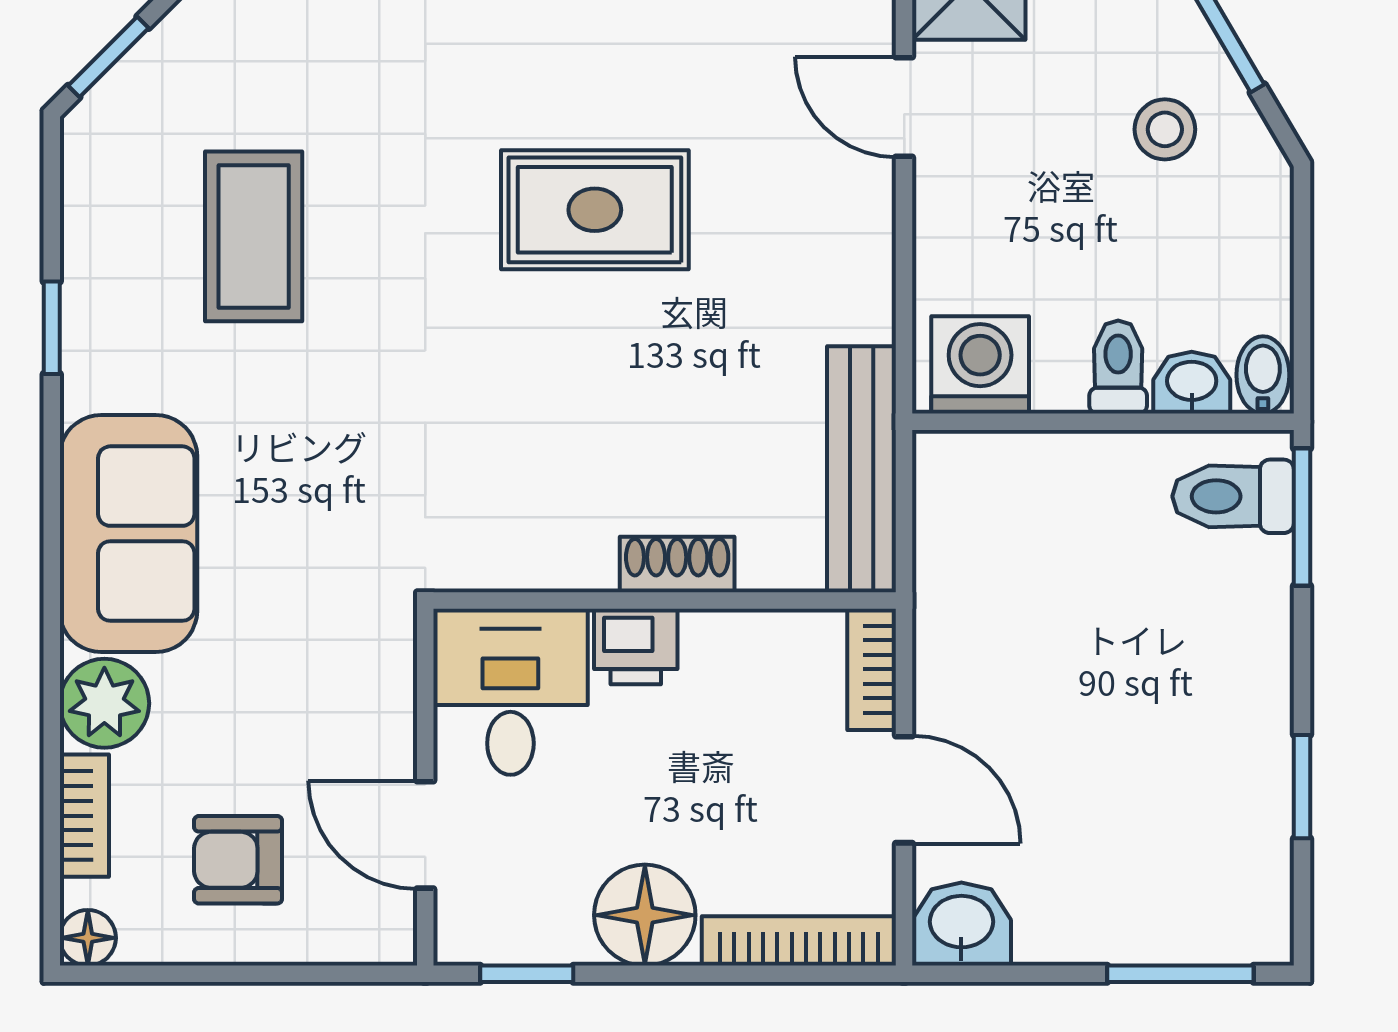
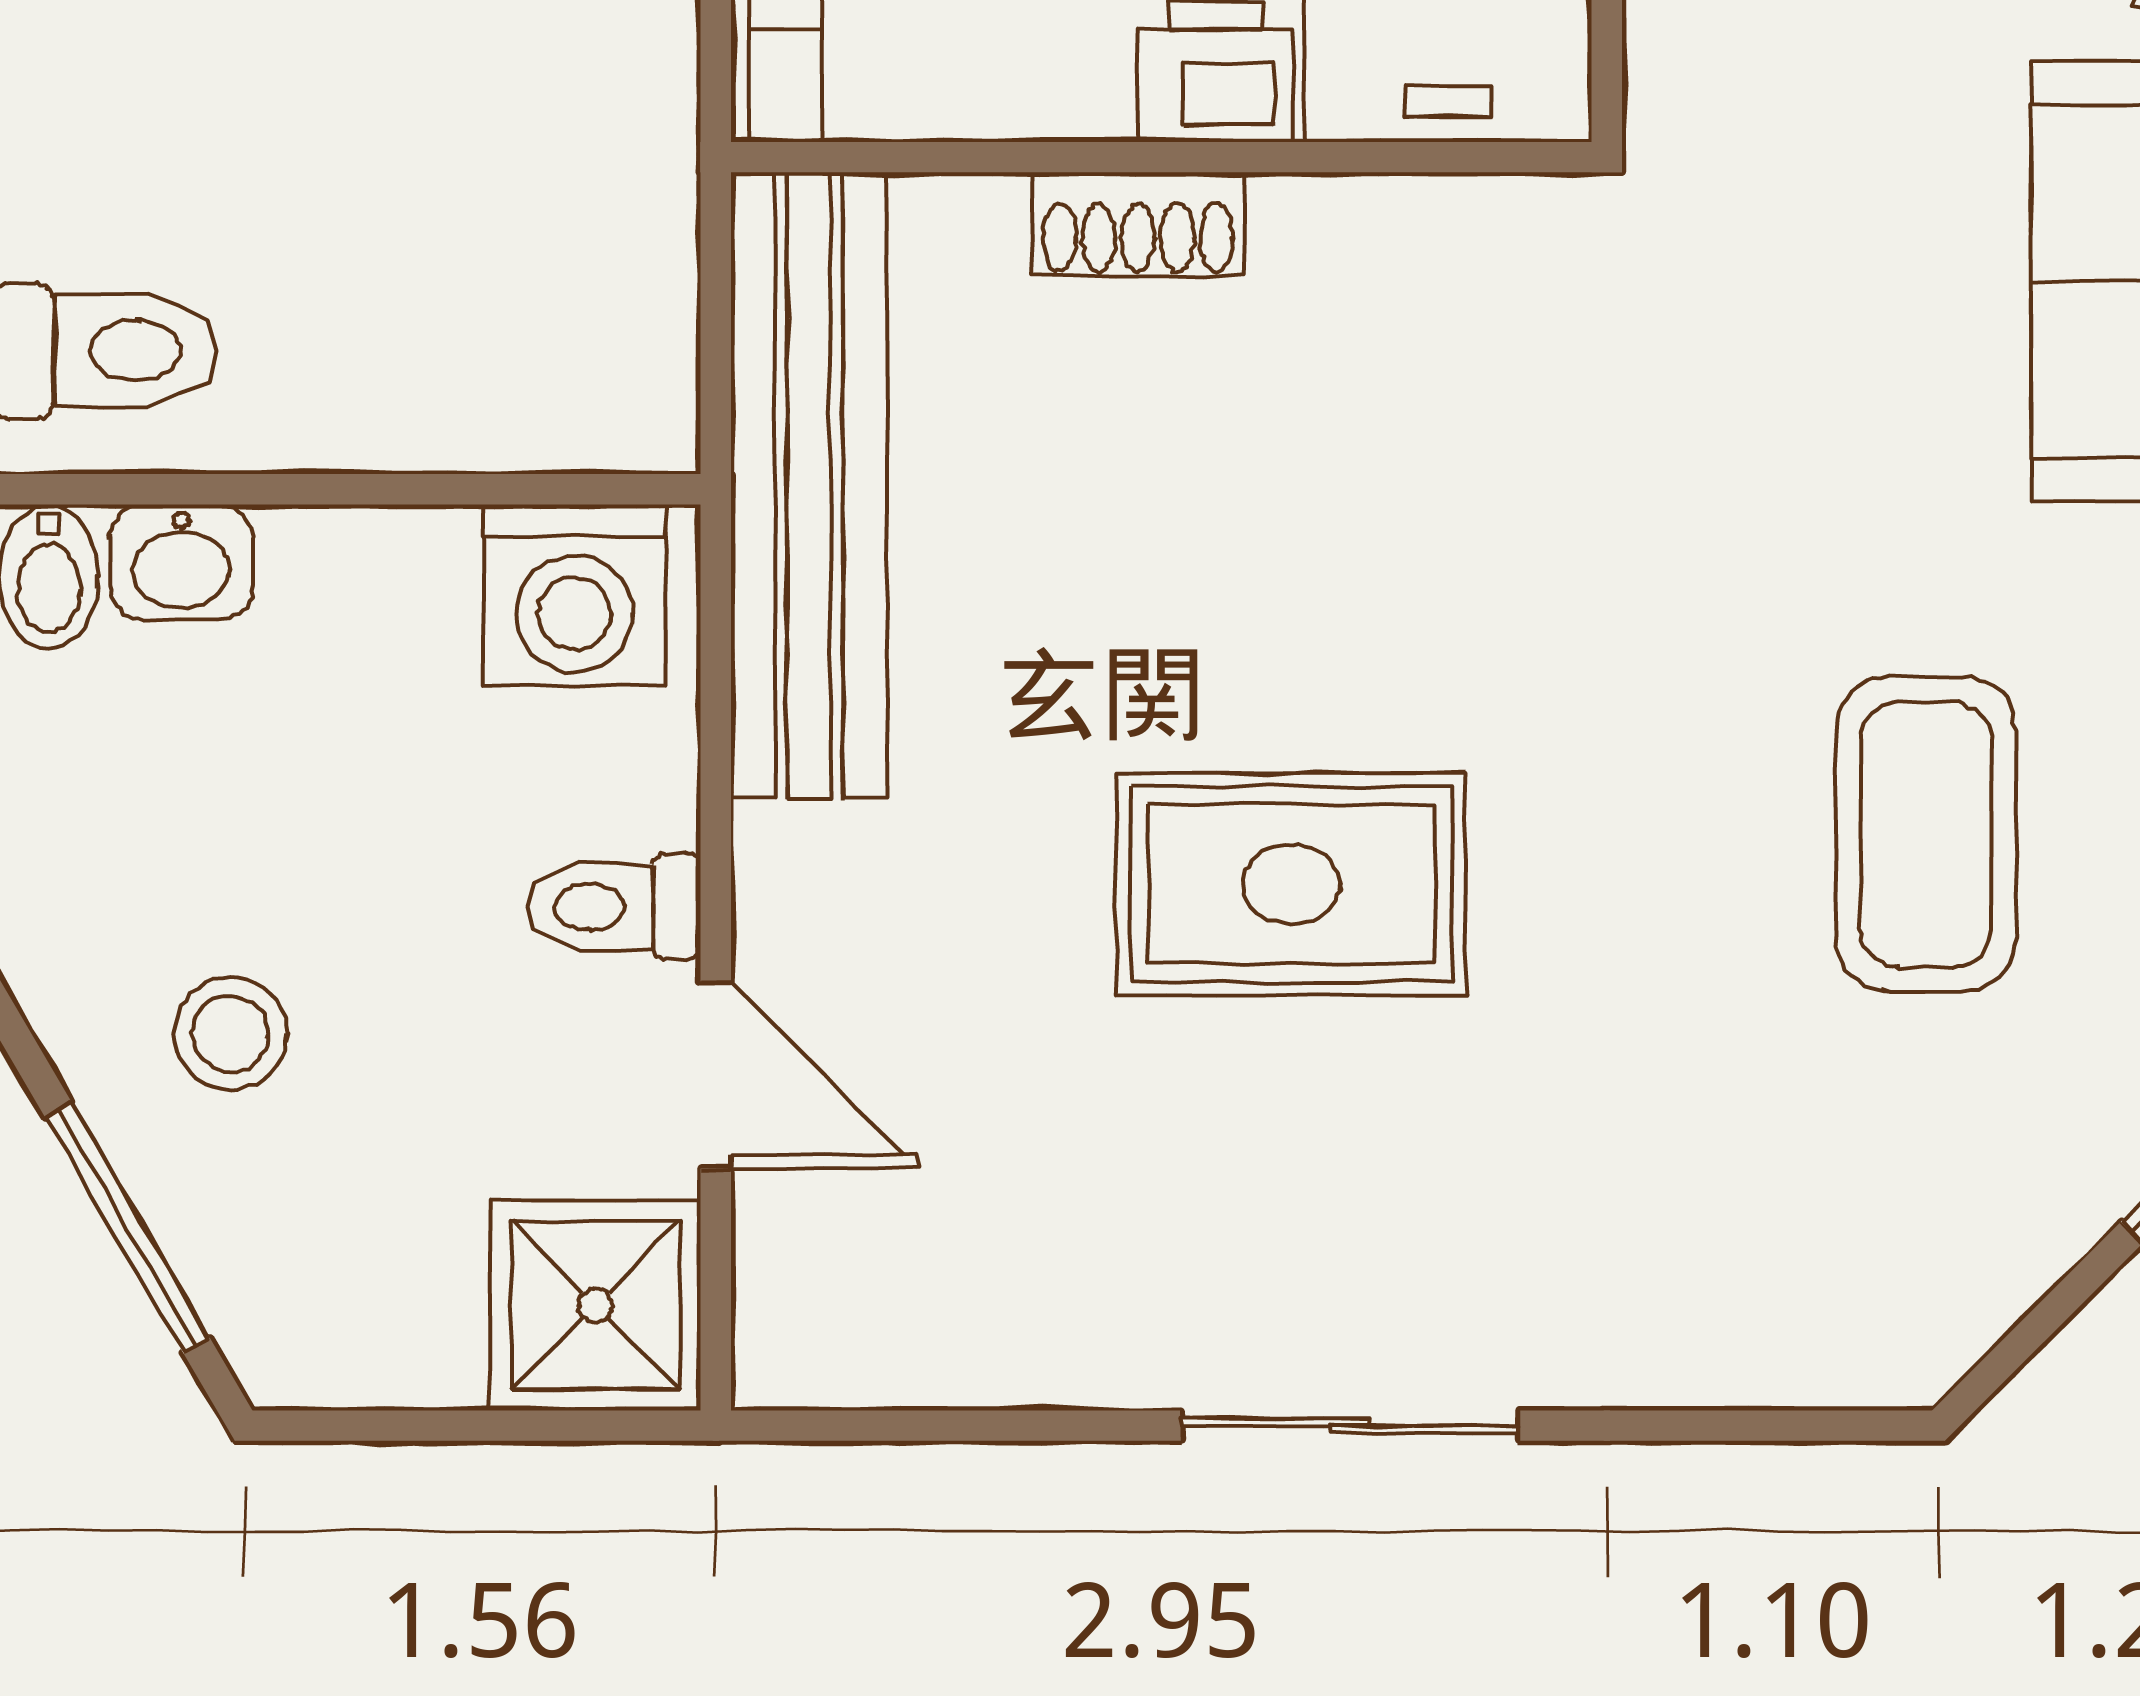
toilet: (1118, 367) -> (614, 907), moved, turned 90
bench: (862, 469) -> (809, 485), width x1.37, depth x1.21

